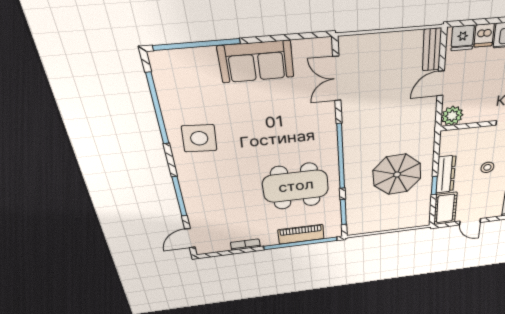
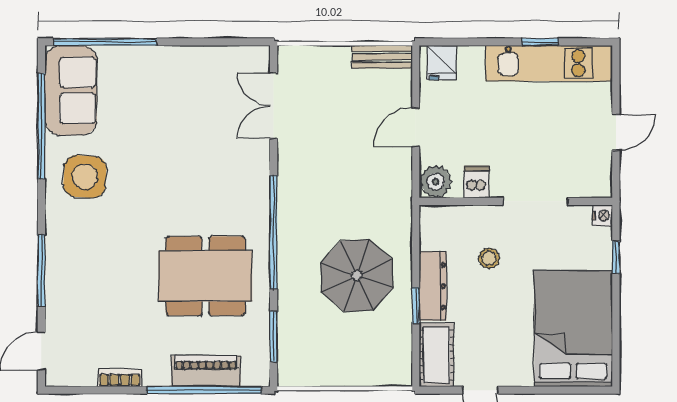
dishwasher: (484, 35) -> (476, 182), moved, turned 180
bench: (432, 50) -> (382, 57), moved, turned 90
sofa: (256, 62) -> (71, 90), moved, turned -90
stool: (487, 167) -> (489, 258), moved

